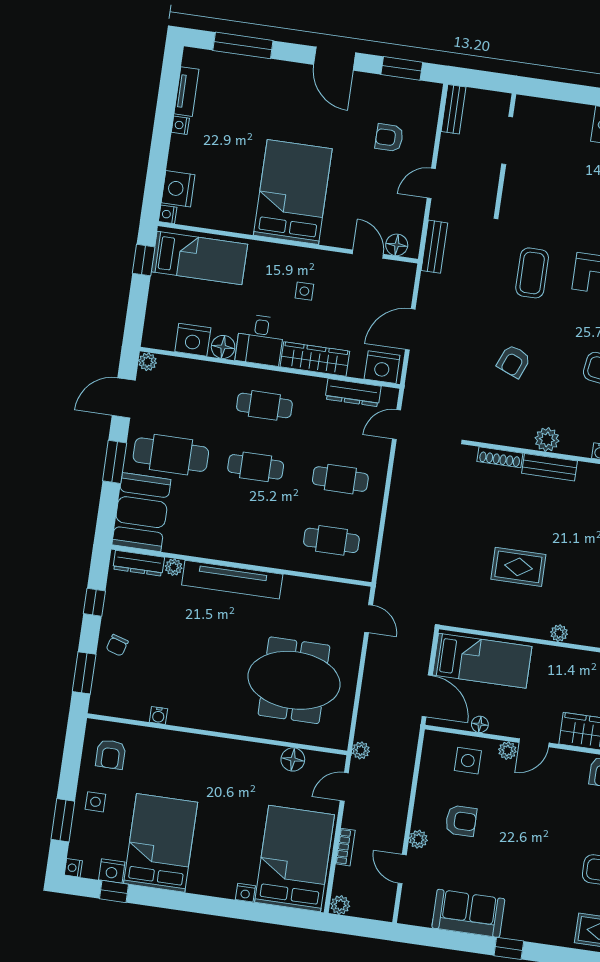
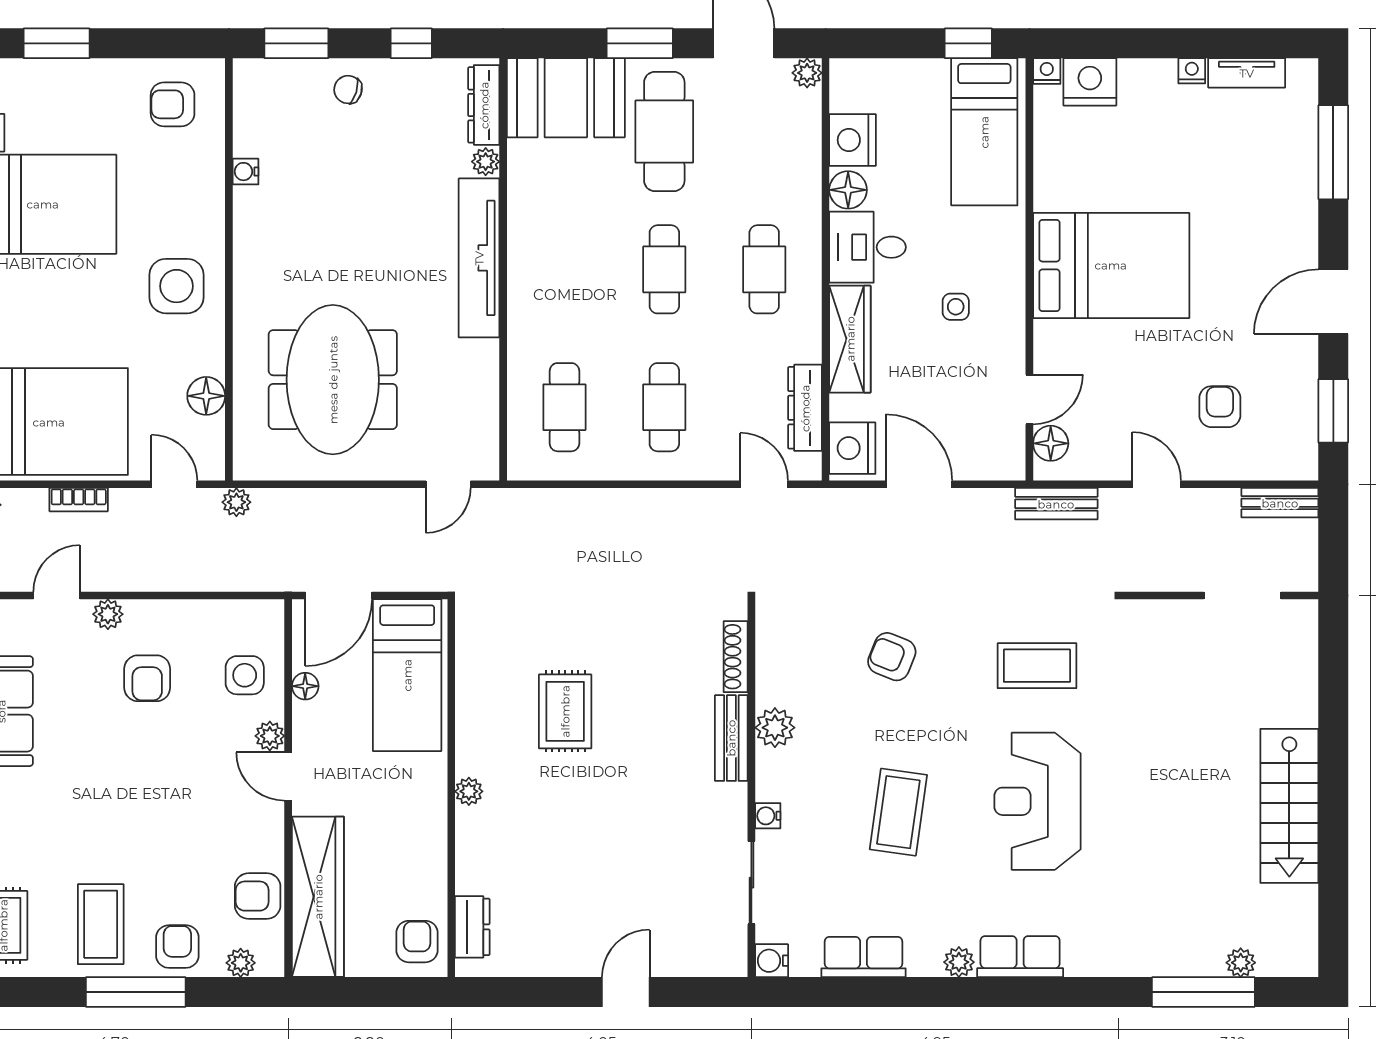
side table: (95, 802) -> (177, 286), moved, width x1.87, depth x1.87

